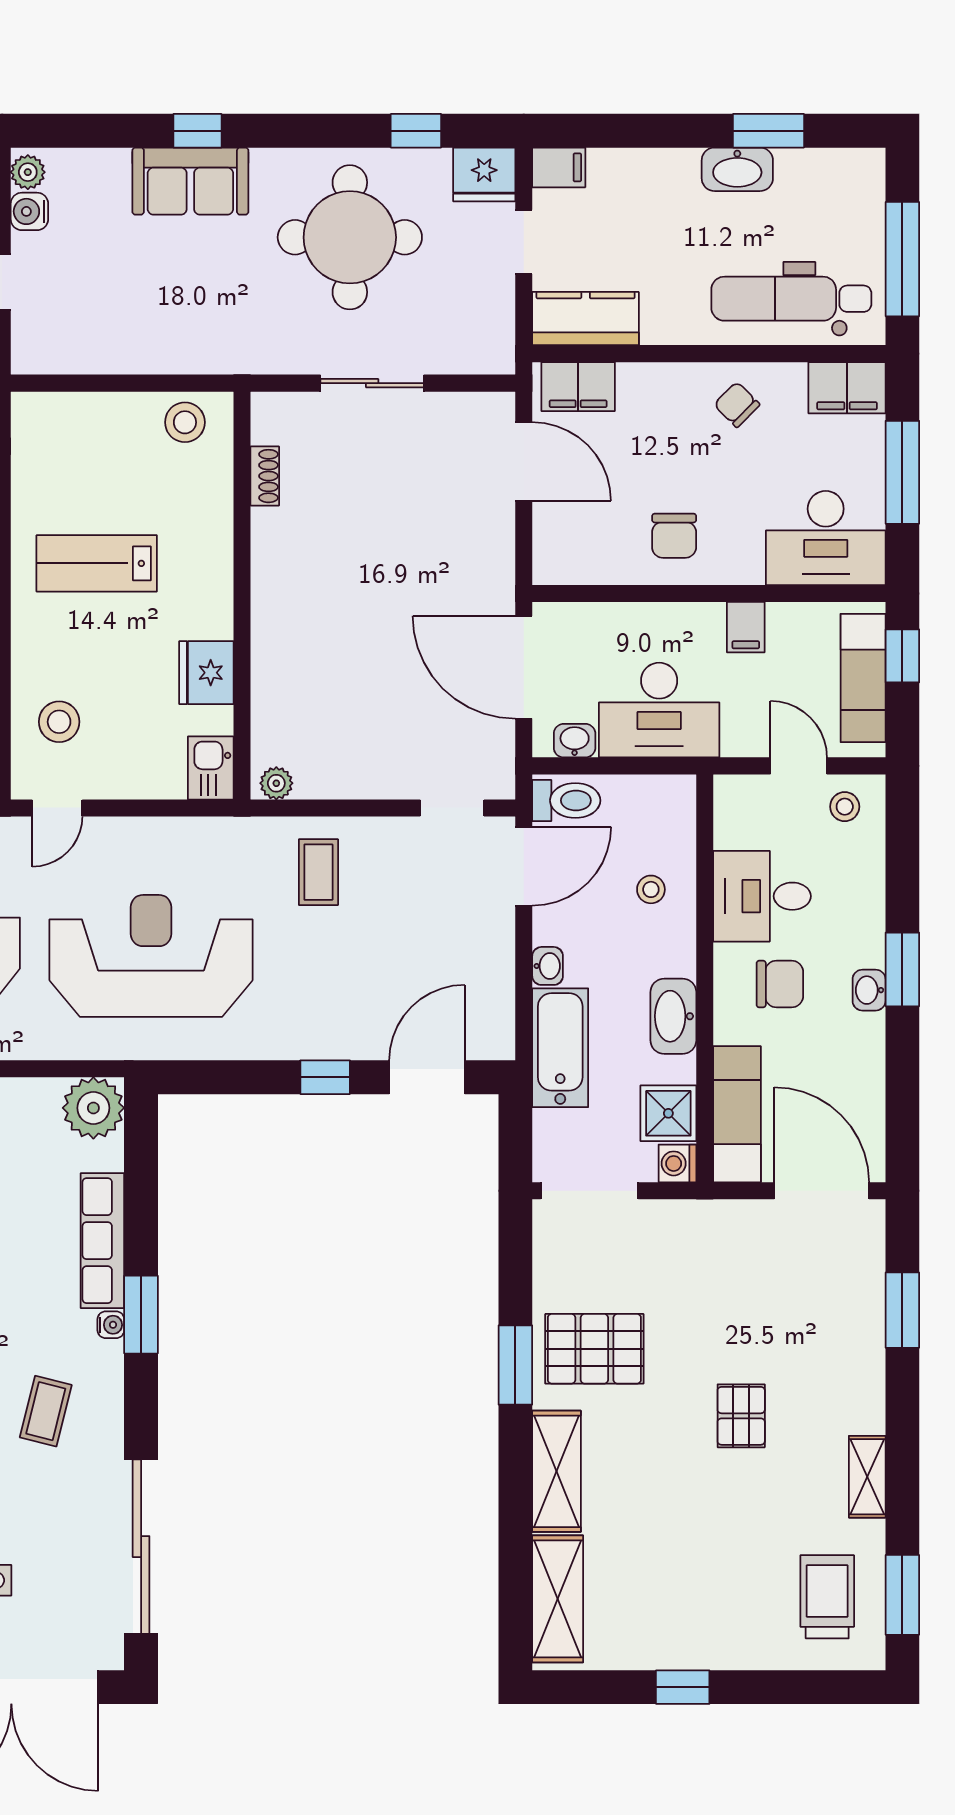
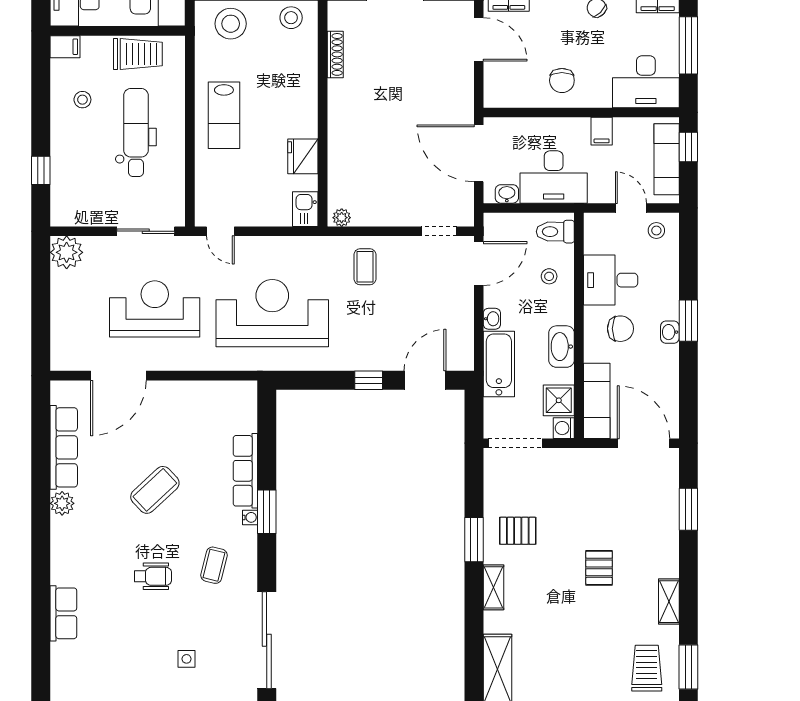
shoe rack: (265, 476) -> (335, 54), width x1.43
lab bench: (97, 563) -> (224, 115), moved, turned -90
stool: (59, 722) -> (231, 24), moved, width x1.38, depth x1.38
toilet: (566, 800) -> (555, 232), moved, turned 180
door: (57, 808) -> (220, 231), hinge flipped
plant: (93, 1108) -> (240, 397), removed
pallet: (594, 1349) -> (518, 531), width x0.67, depth x0.71
shelving: (556, 1471) -> (493, 587), width x0.67, depth x0.75

